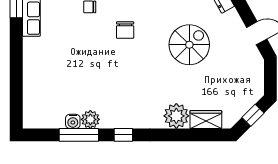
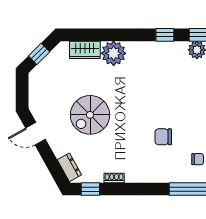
chair: (125, 30) -> (163, 137), turned -90
spiral stairs: (189, 45) -> (90, 115), moved

